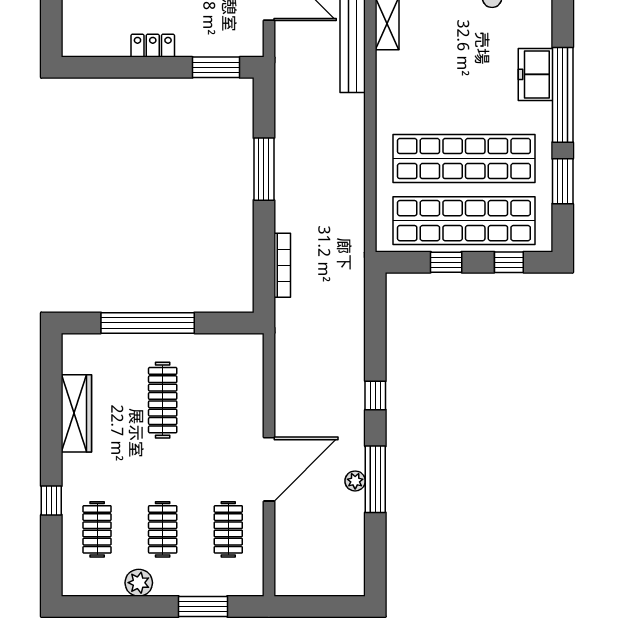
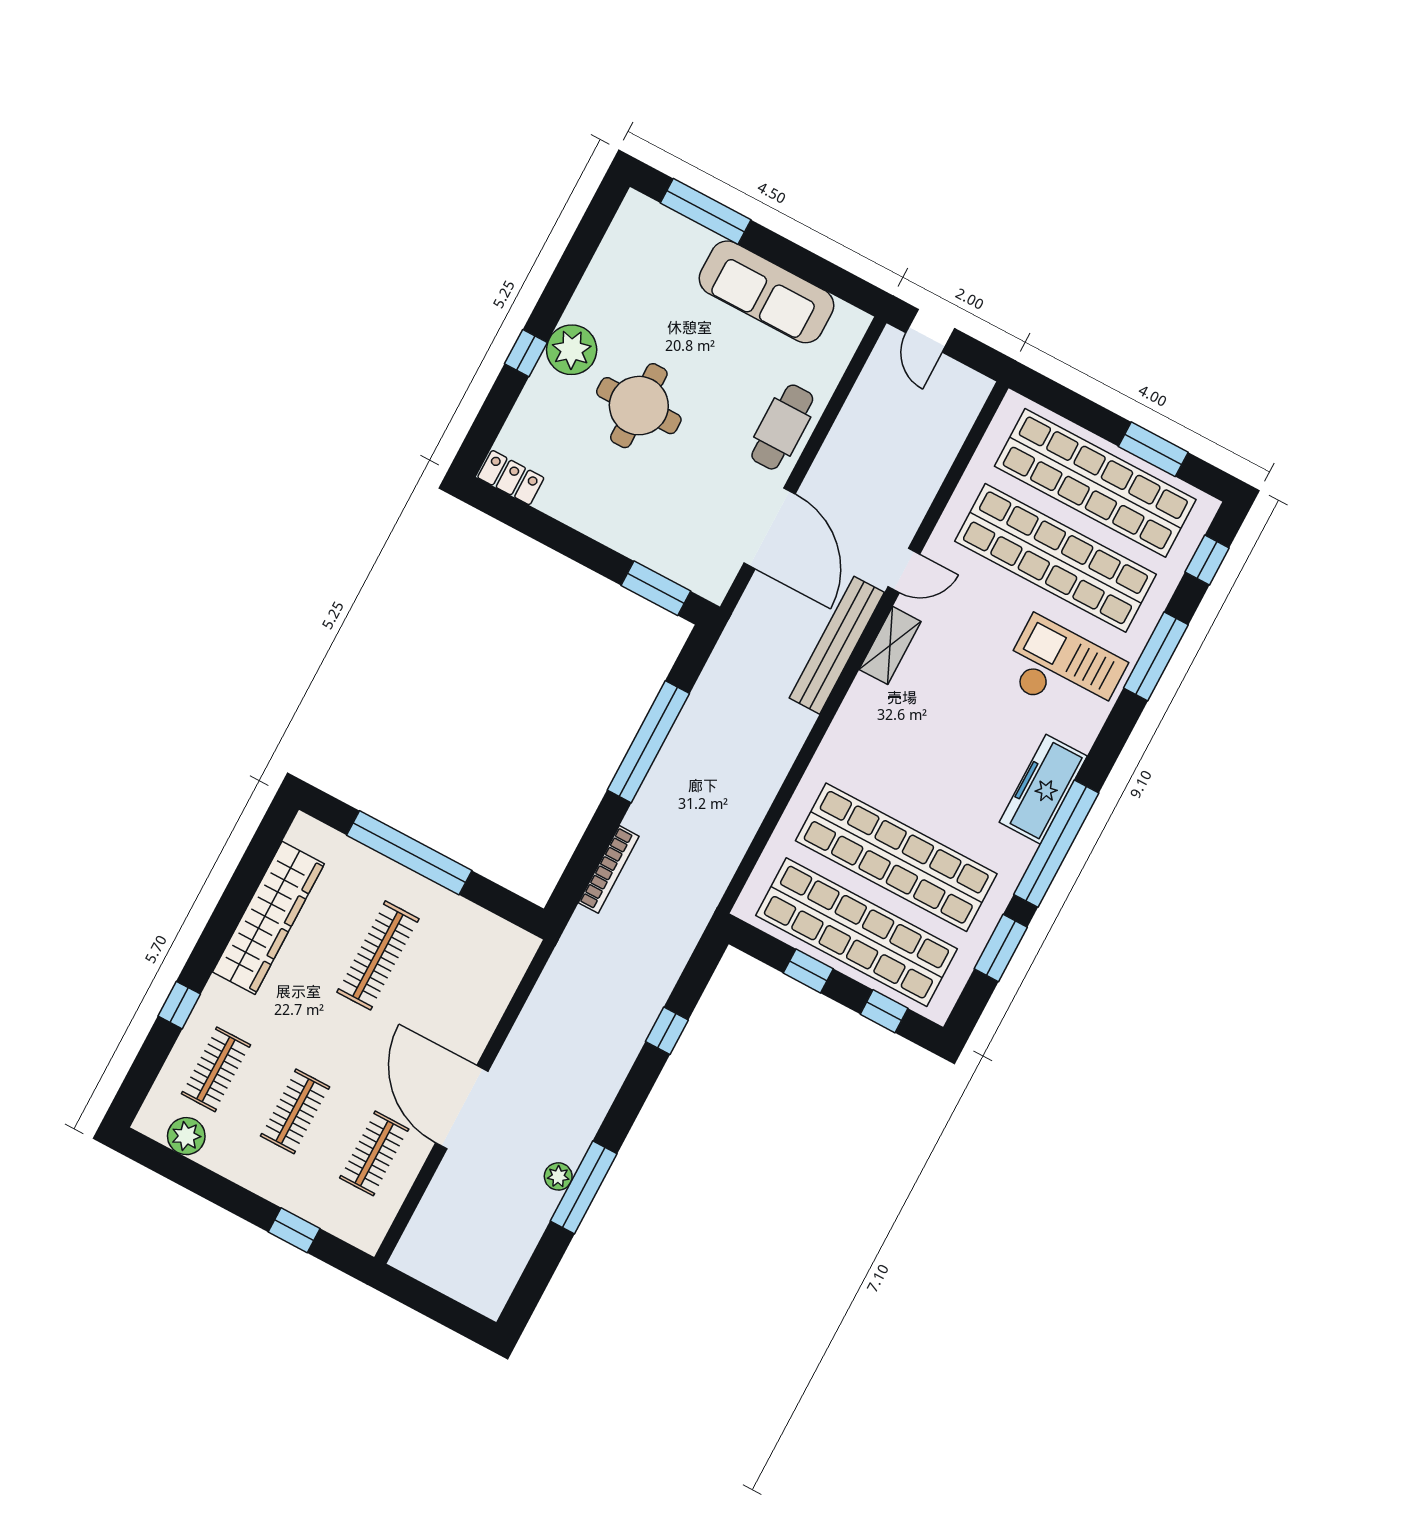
locker: (153, 46) -> (511, 478), moved
freezer: (535, 74) -> (1043, 789), width x1.40
window: (264, 169) -> (648, 742), width x1.46
window: (375, 395) -> (667, 1031), moved
wardrobe: (76, 413) -> (268, 918), width x1.40, depth x1.17
door: (269, 469) -> (462, 1107), swing flipped
plant: (139, 583) -> (186, 1136), moved
window: (203, 606) -> (294, 1230), width x0.67

